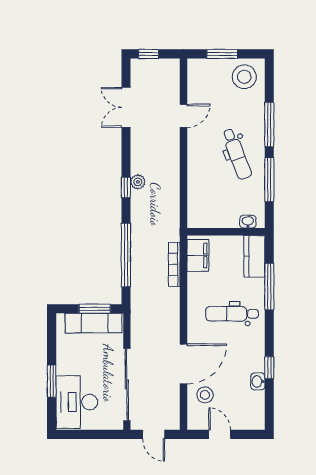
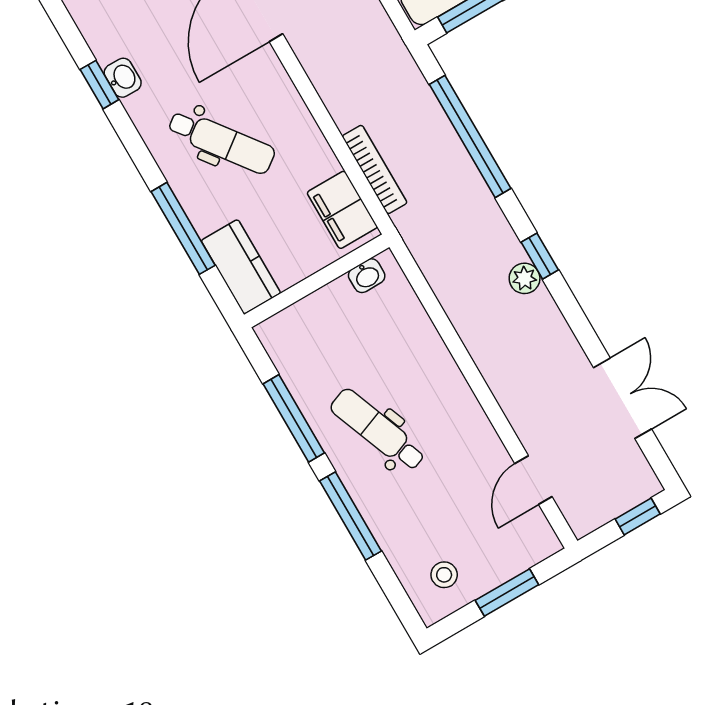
stool: (244, 77) -> (444, 575), width x0.53, depth x0.53
door: (183, 116) -> (533, 480), moved
washbasin: (248, 222) -> (367, 276), moved
dental chair: (232, 314) -> (221, 142), turned 53
washbasin: (258, 381) -> (123, 78), moved

